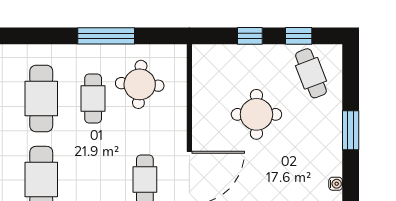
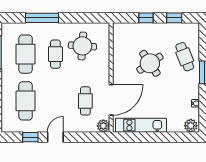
window: (106, 36) -> (42, 18), moved
cafe table: (311, 73) -> (185, 57), moved
round table: (256, 114) -> (150, 63), turned -34

